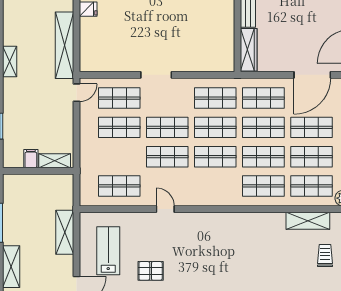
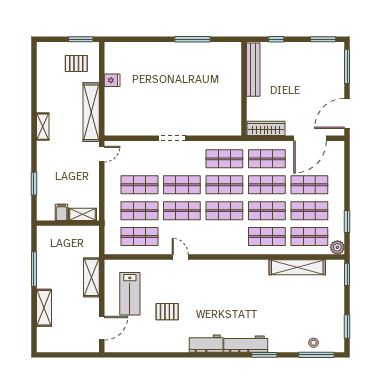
wardrobe: (249, 50) -> (266, 128), moved, turned -90
shop shelf: (119, 98) -> (140, 211), moved
shelving: (308, 221) -> (297, 267), width x1.47
lab bench: (108, 251) -> (130, 294), turned 180
trolley: (325, 256) -> (321, 298), removed

